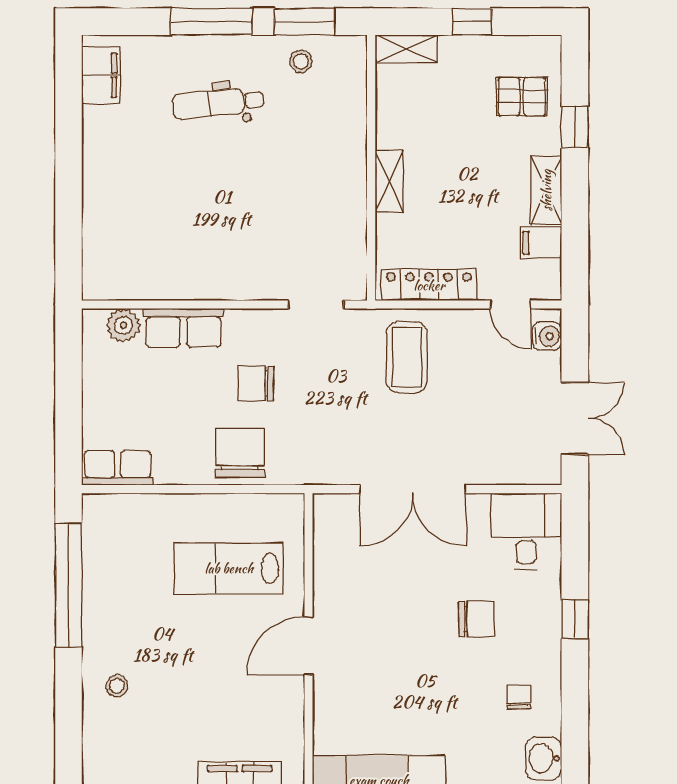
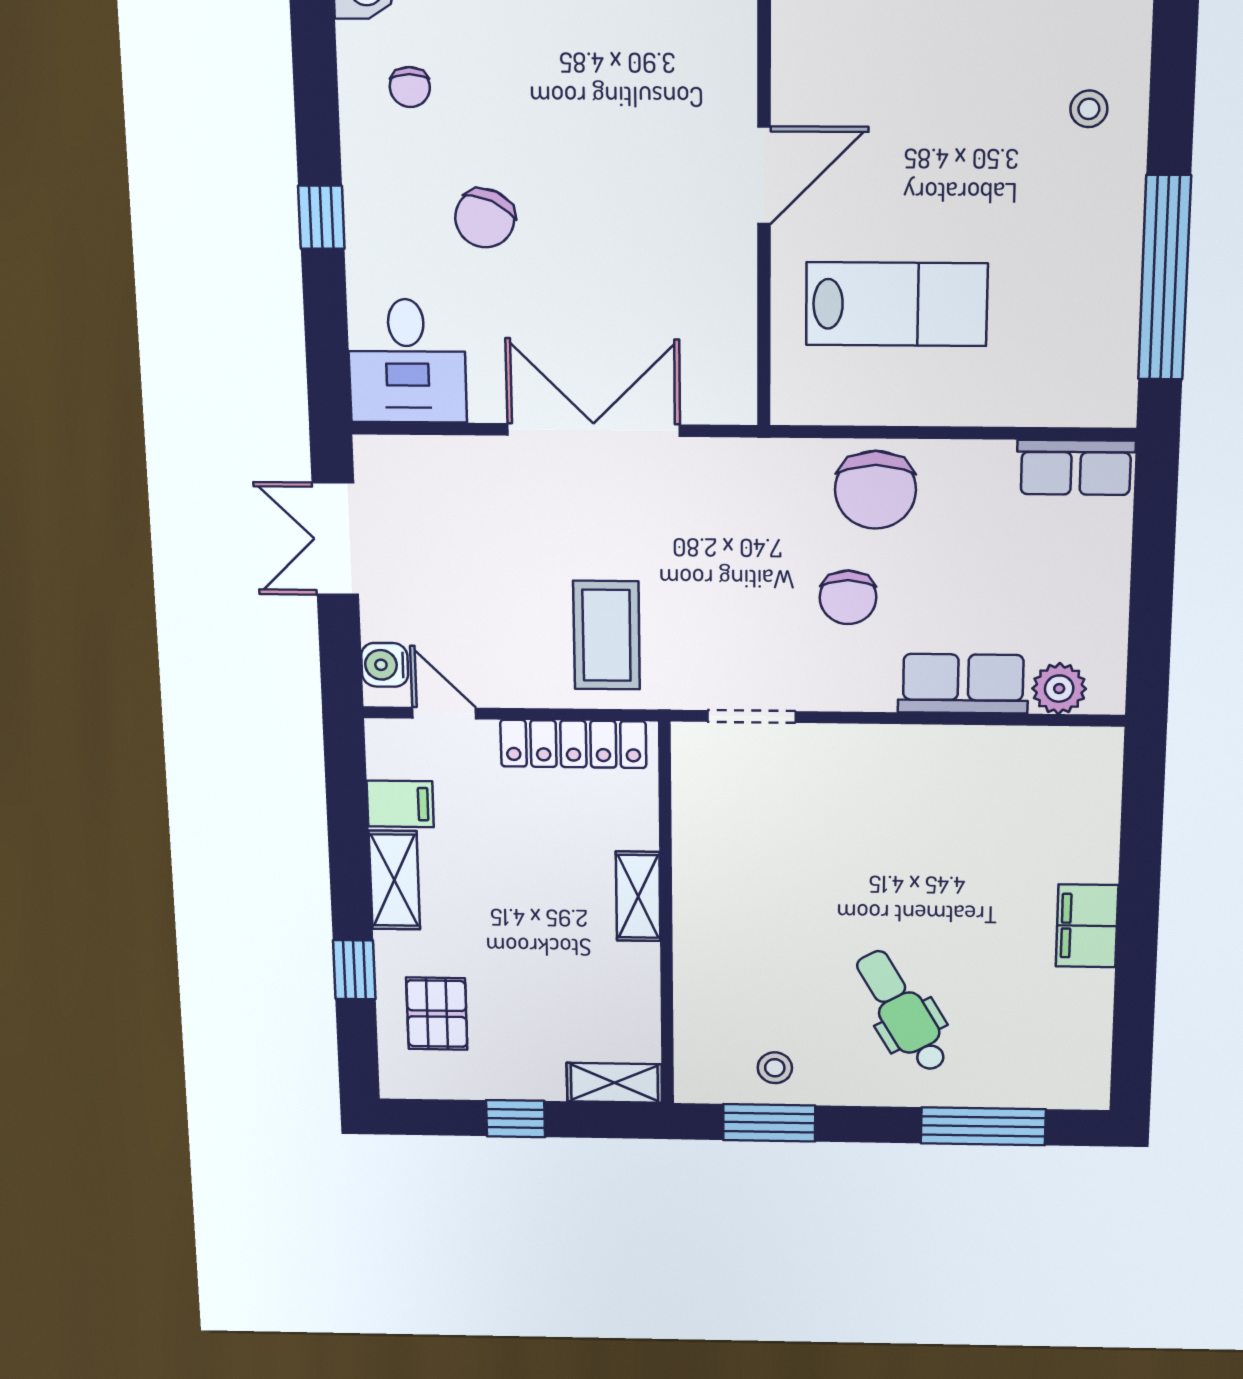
window: (212, 22) -> (983, 1126), moved
filing cabinet: (101, 75) -> (1087, 926), moved
pallet: (522, 97) -> (437, 1014), turned 90
dental chair: (218, 103) -> (902, 1011), turned -115
chair: (256, 384) -> (848, 597), turned 90
chair: (476, 619) -> (485, 218), turned -65

